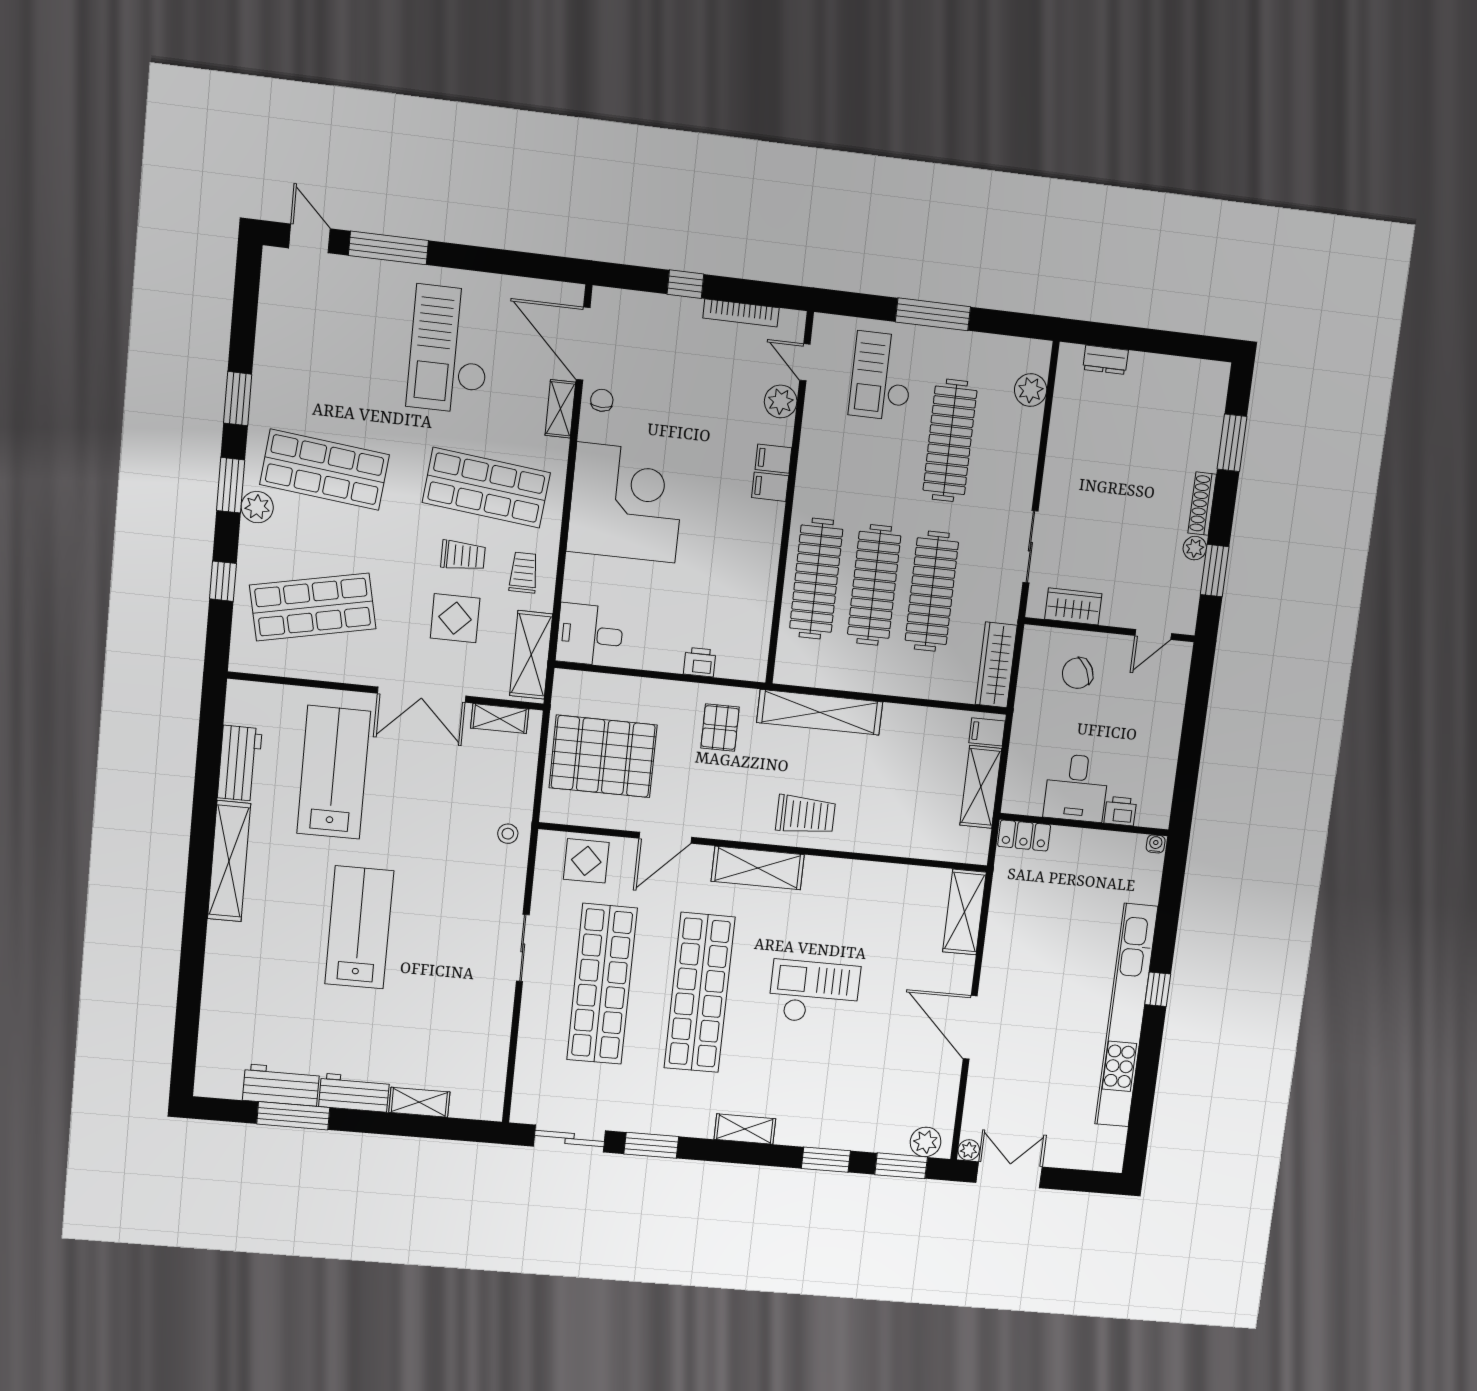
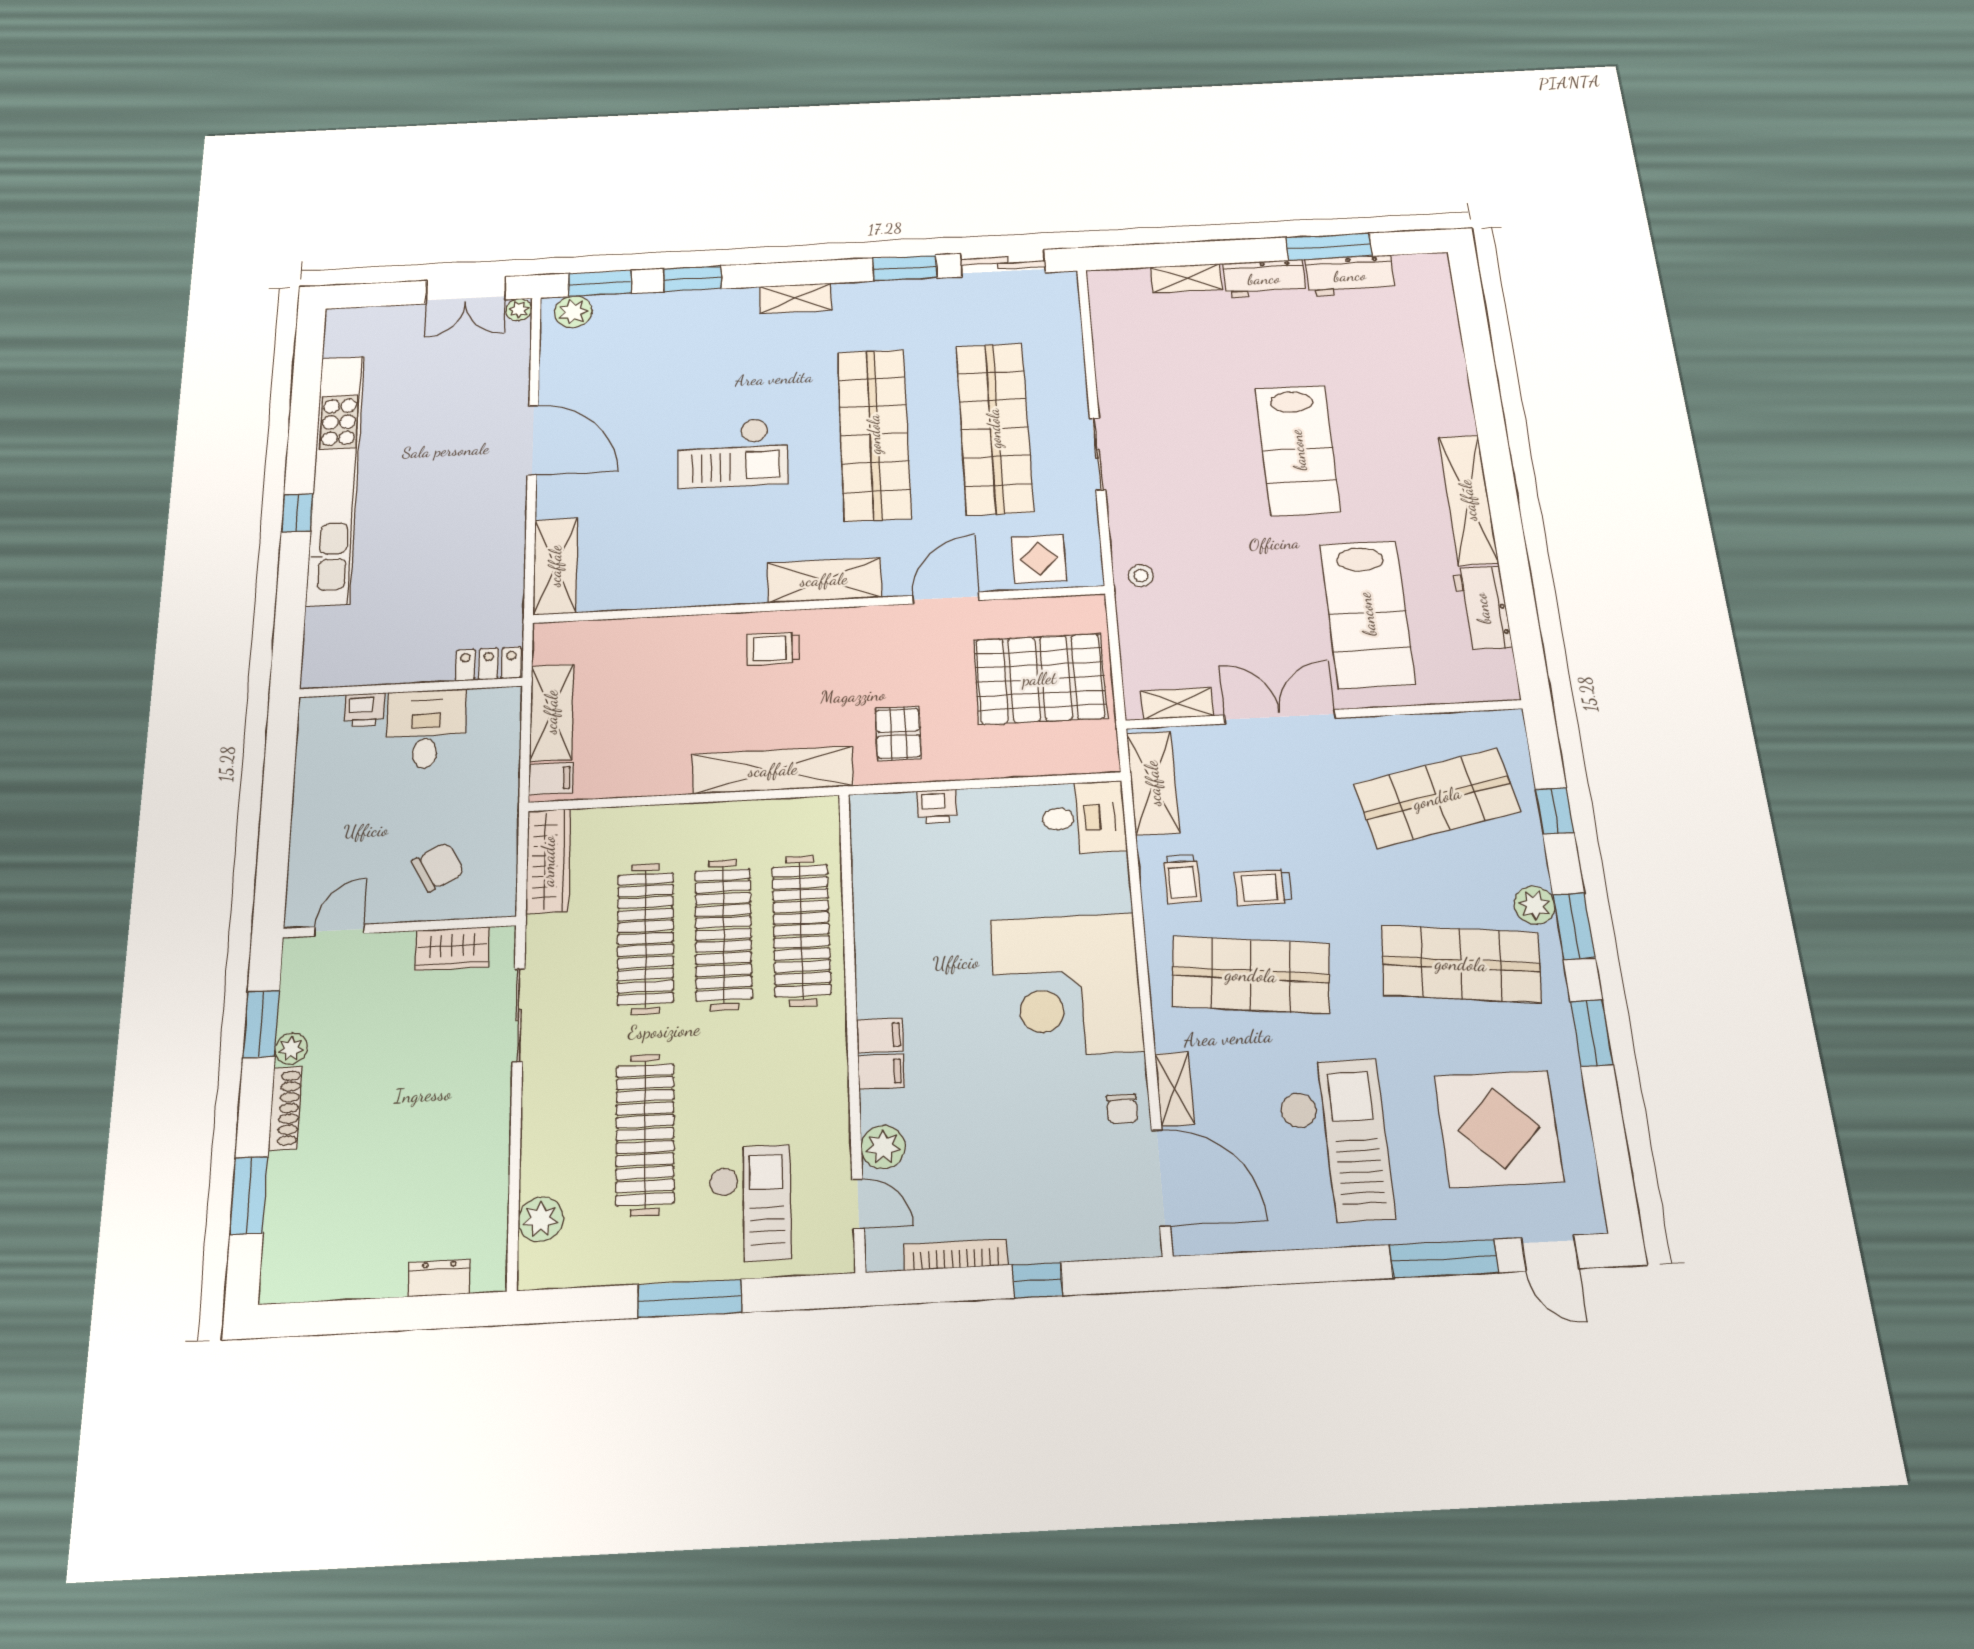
display table: (455, 618) -> (1499, 1129), moved, width x1.86, depth x1.86
trolley: (806, 815) -> (773, 648), width x0.73, depth x0.72
water cooler: (1156, 844) -> (314, 678), removed

